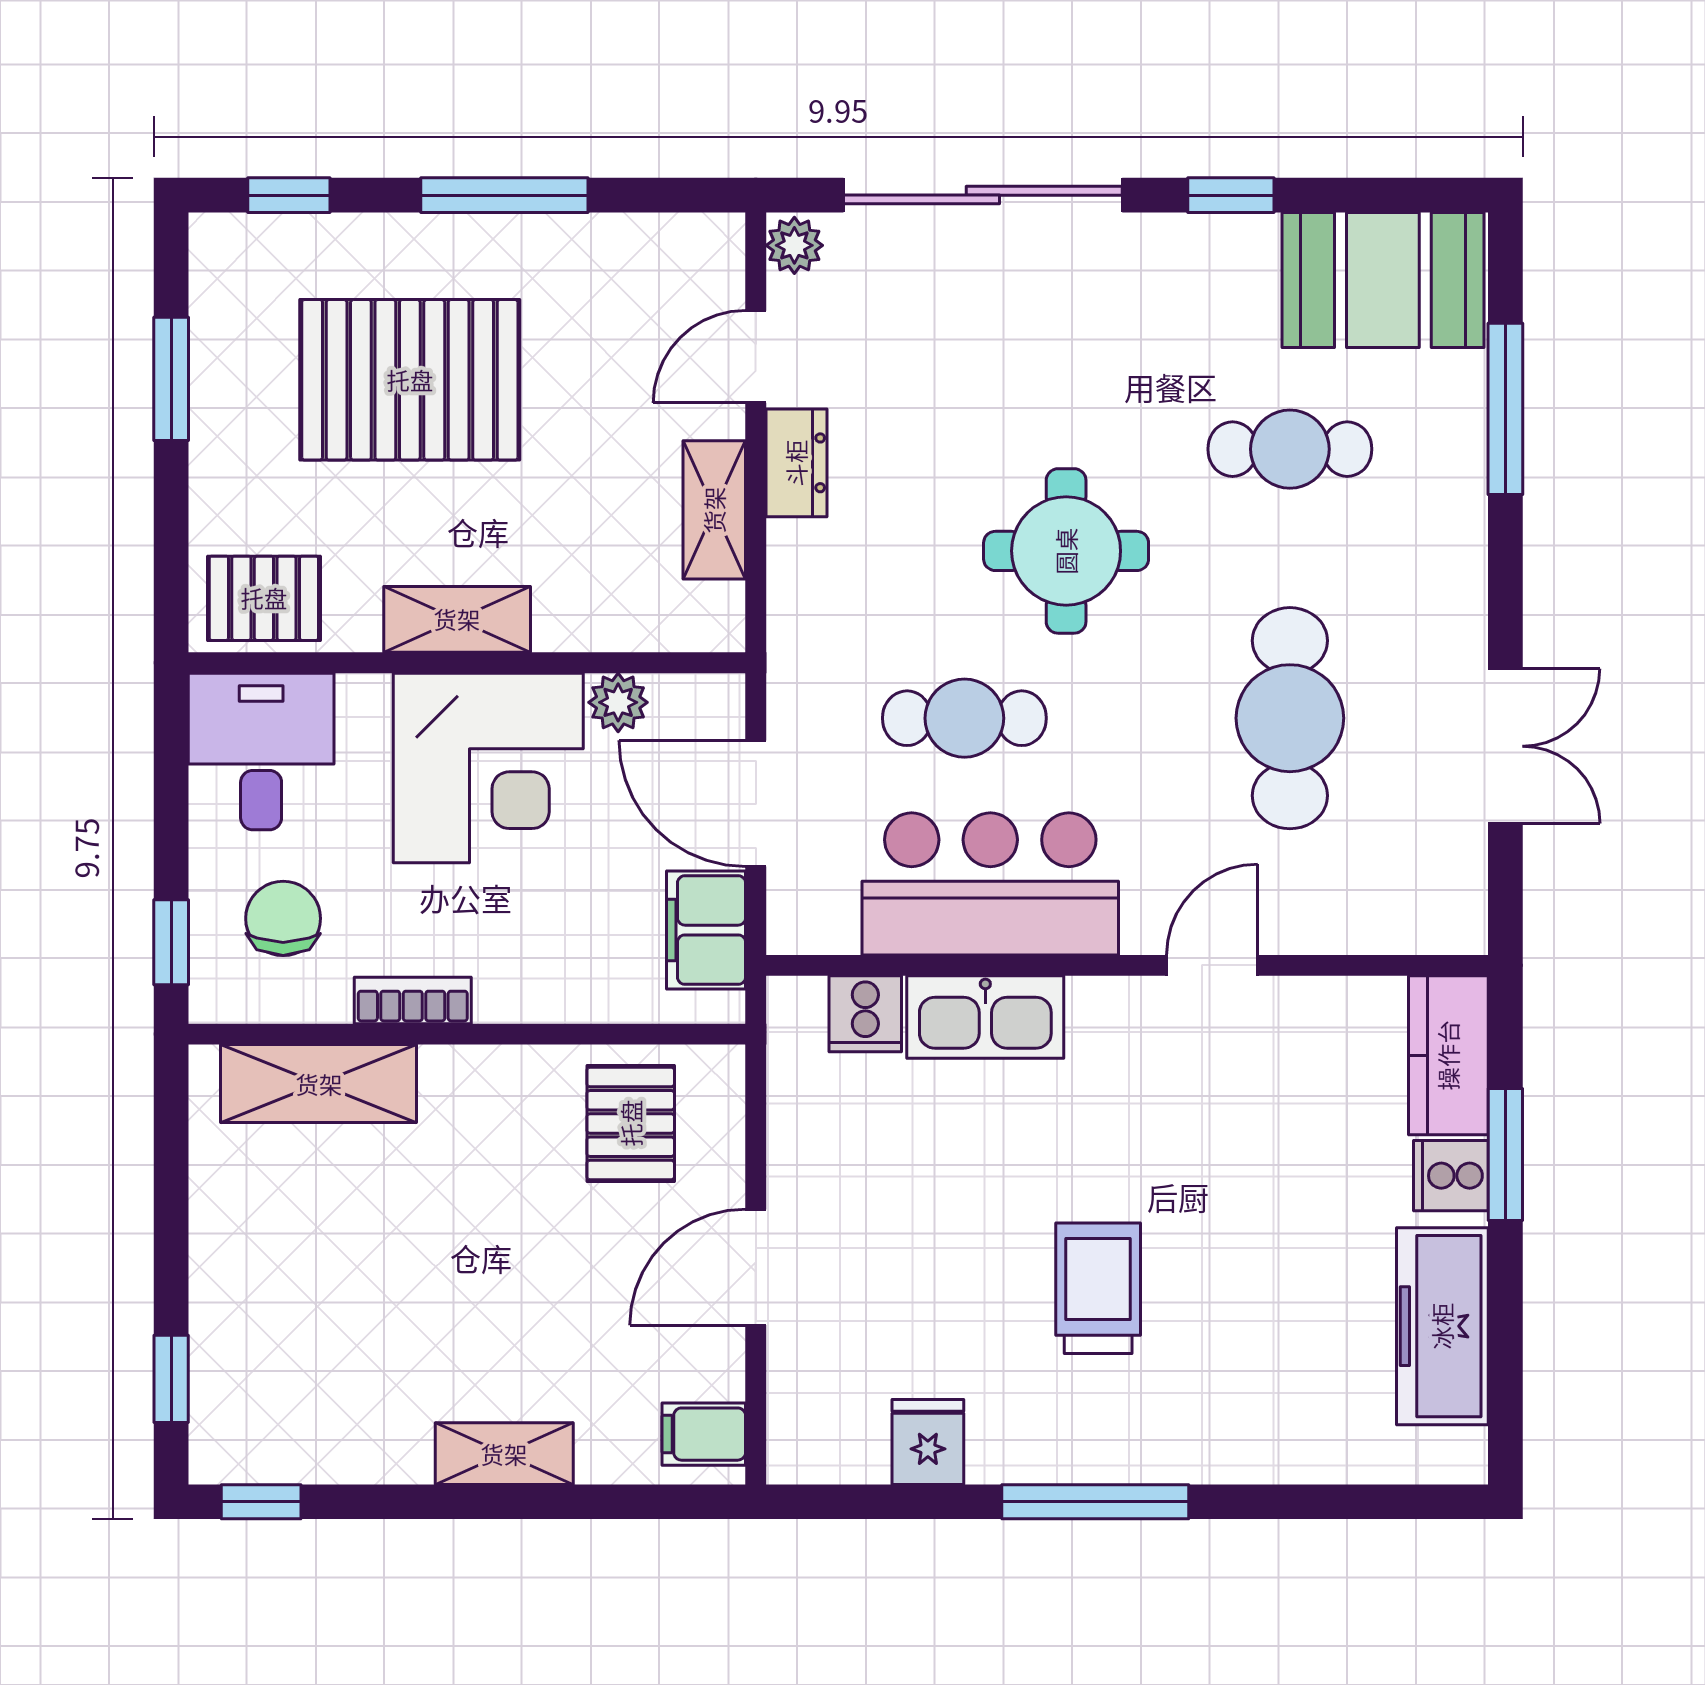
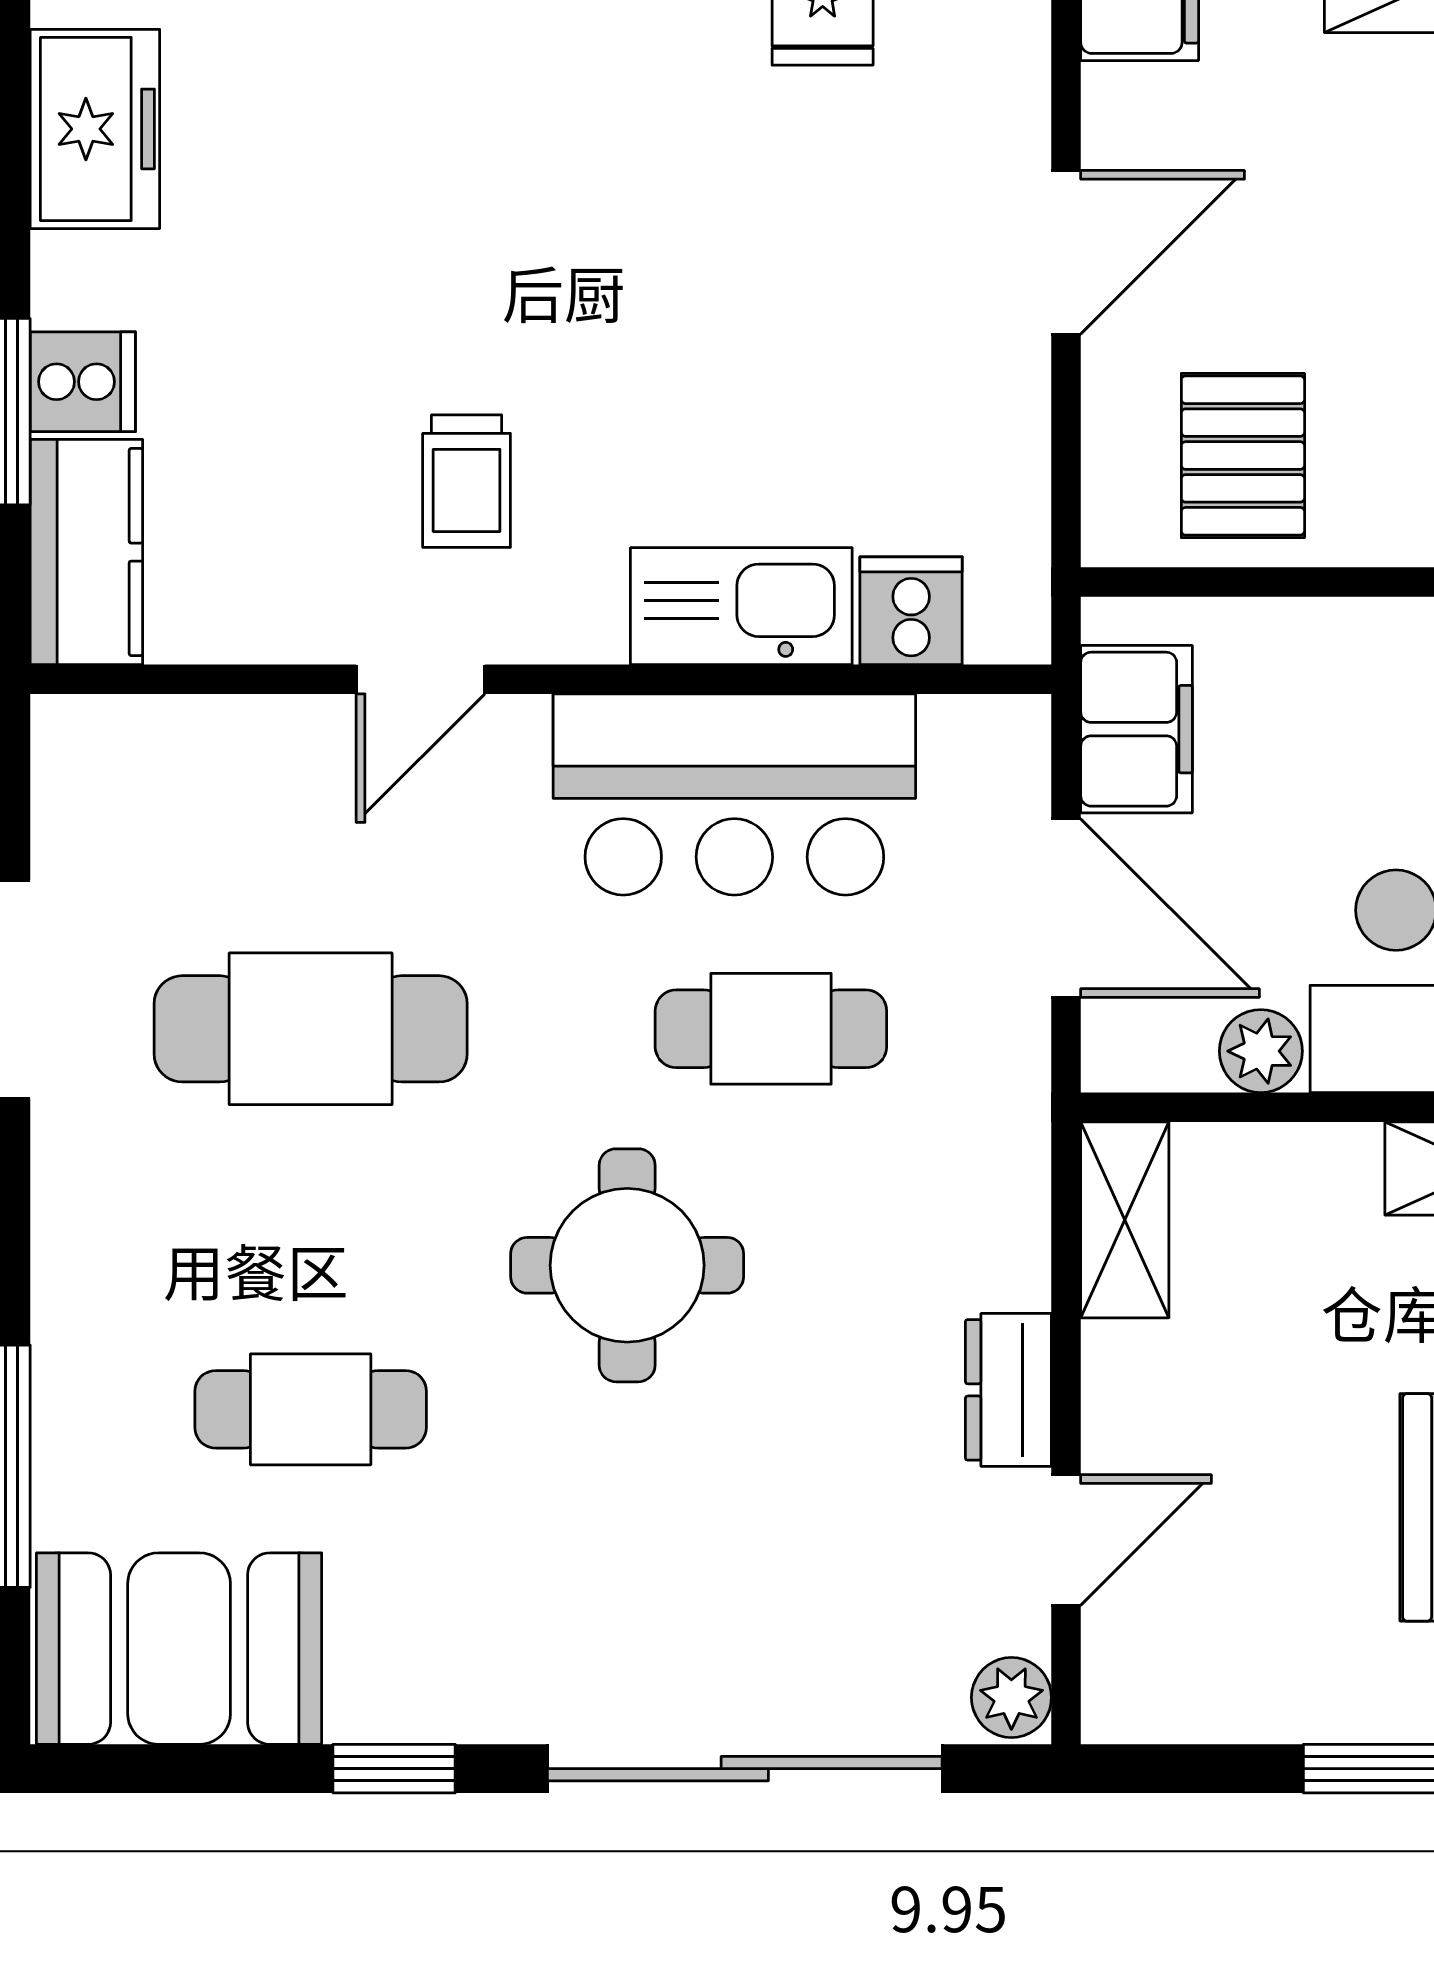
shelving: (714, 510) -> (1125, 1220), moved
cafe table: (1290, 718) -> (311, 1029), turned 90
trolley: (1098, 1288) -> (467, 481), moved, width x0.73, depth x0.72
freezer: (1442, 1326) -> (95, 129), width x0.71

